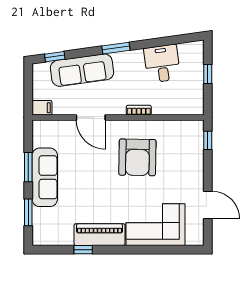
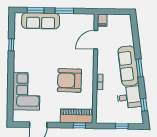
window: (55, 57) -> (144, 105), moved
sofa: (82, 70) -> (128, 66), moved
door: (91, 117) -> (96, 40), moved
sofa: (45, 177) -> (41, 21), moved
piano: (100, 235) -> (77, 116), moved, turned -90

